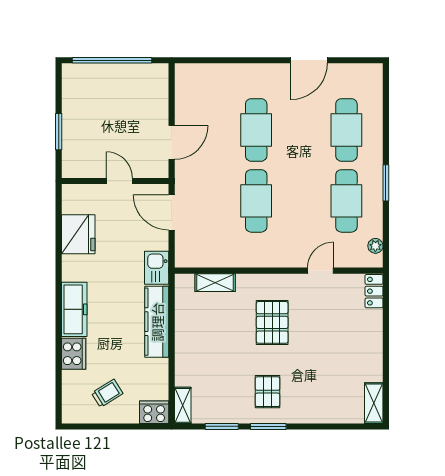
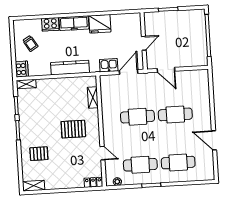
fridge: (78, 234) -> (100, 24), moved
kitchen sink: (157, 268) -> (109, 65), moved
pallet: (268, 392) -> (39, 154), moved

